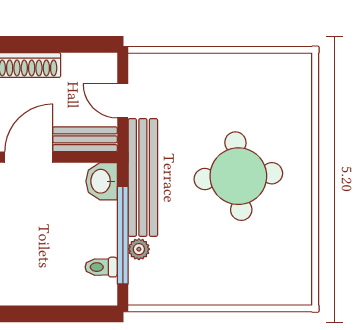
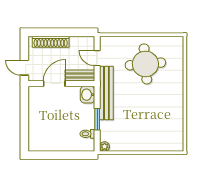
round table: (238, 176) -> (145, 64), moved
window: (123, 235) -> (97, 119), width x0.47
plant: (139, 249) -> (105, 147), moved

